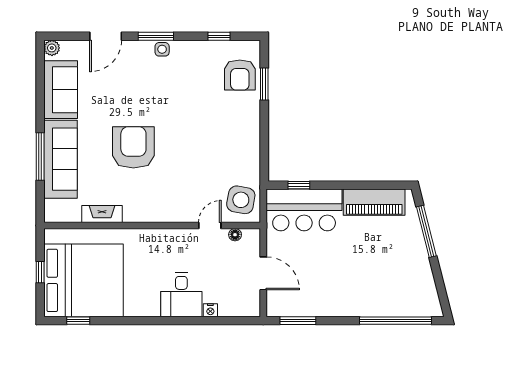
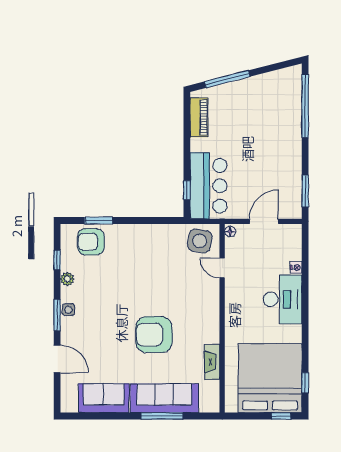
plant: (52, 48) -> (67, 279), moved
armchair: (240, 75) -> (91, 242), turned 180
piano: (374, 202) -> (199, 117), width x0.73, depth x0.75
floor lamp: (235, 235) -> (230, 232), moved
window: (40, 272) -> (281, 416), moved
desk: (181, 295) -> (283, 299), width x1.37

